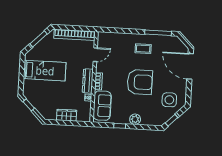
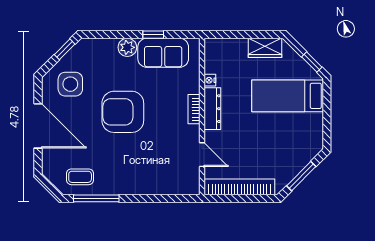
coffee table: (143, 49) -> (80, 177), moved
door: (95, 55) -> (202, 155), swing flipped
door: (190, 66) -> (38, 126), moved
bed: (45, 71) -> (288, 96), moved
sofa: (102, 106) -> (163, 53), moved, turned -90
wardrobe: (67, 115) -> (265, 48), moved

